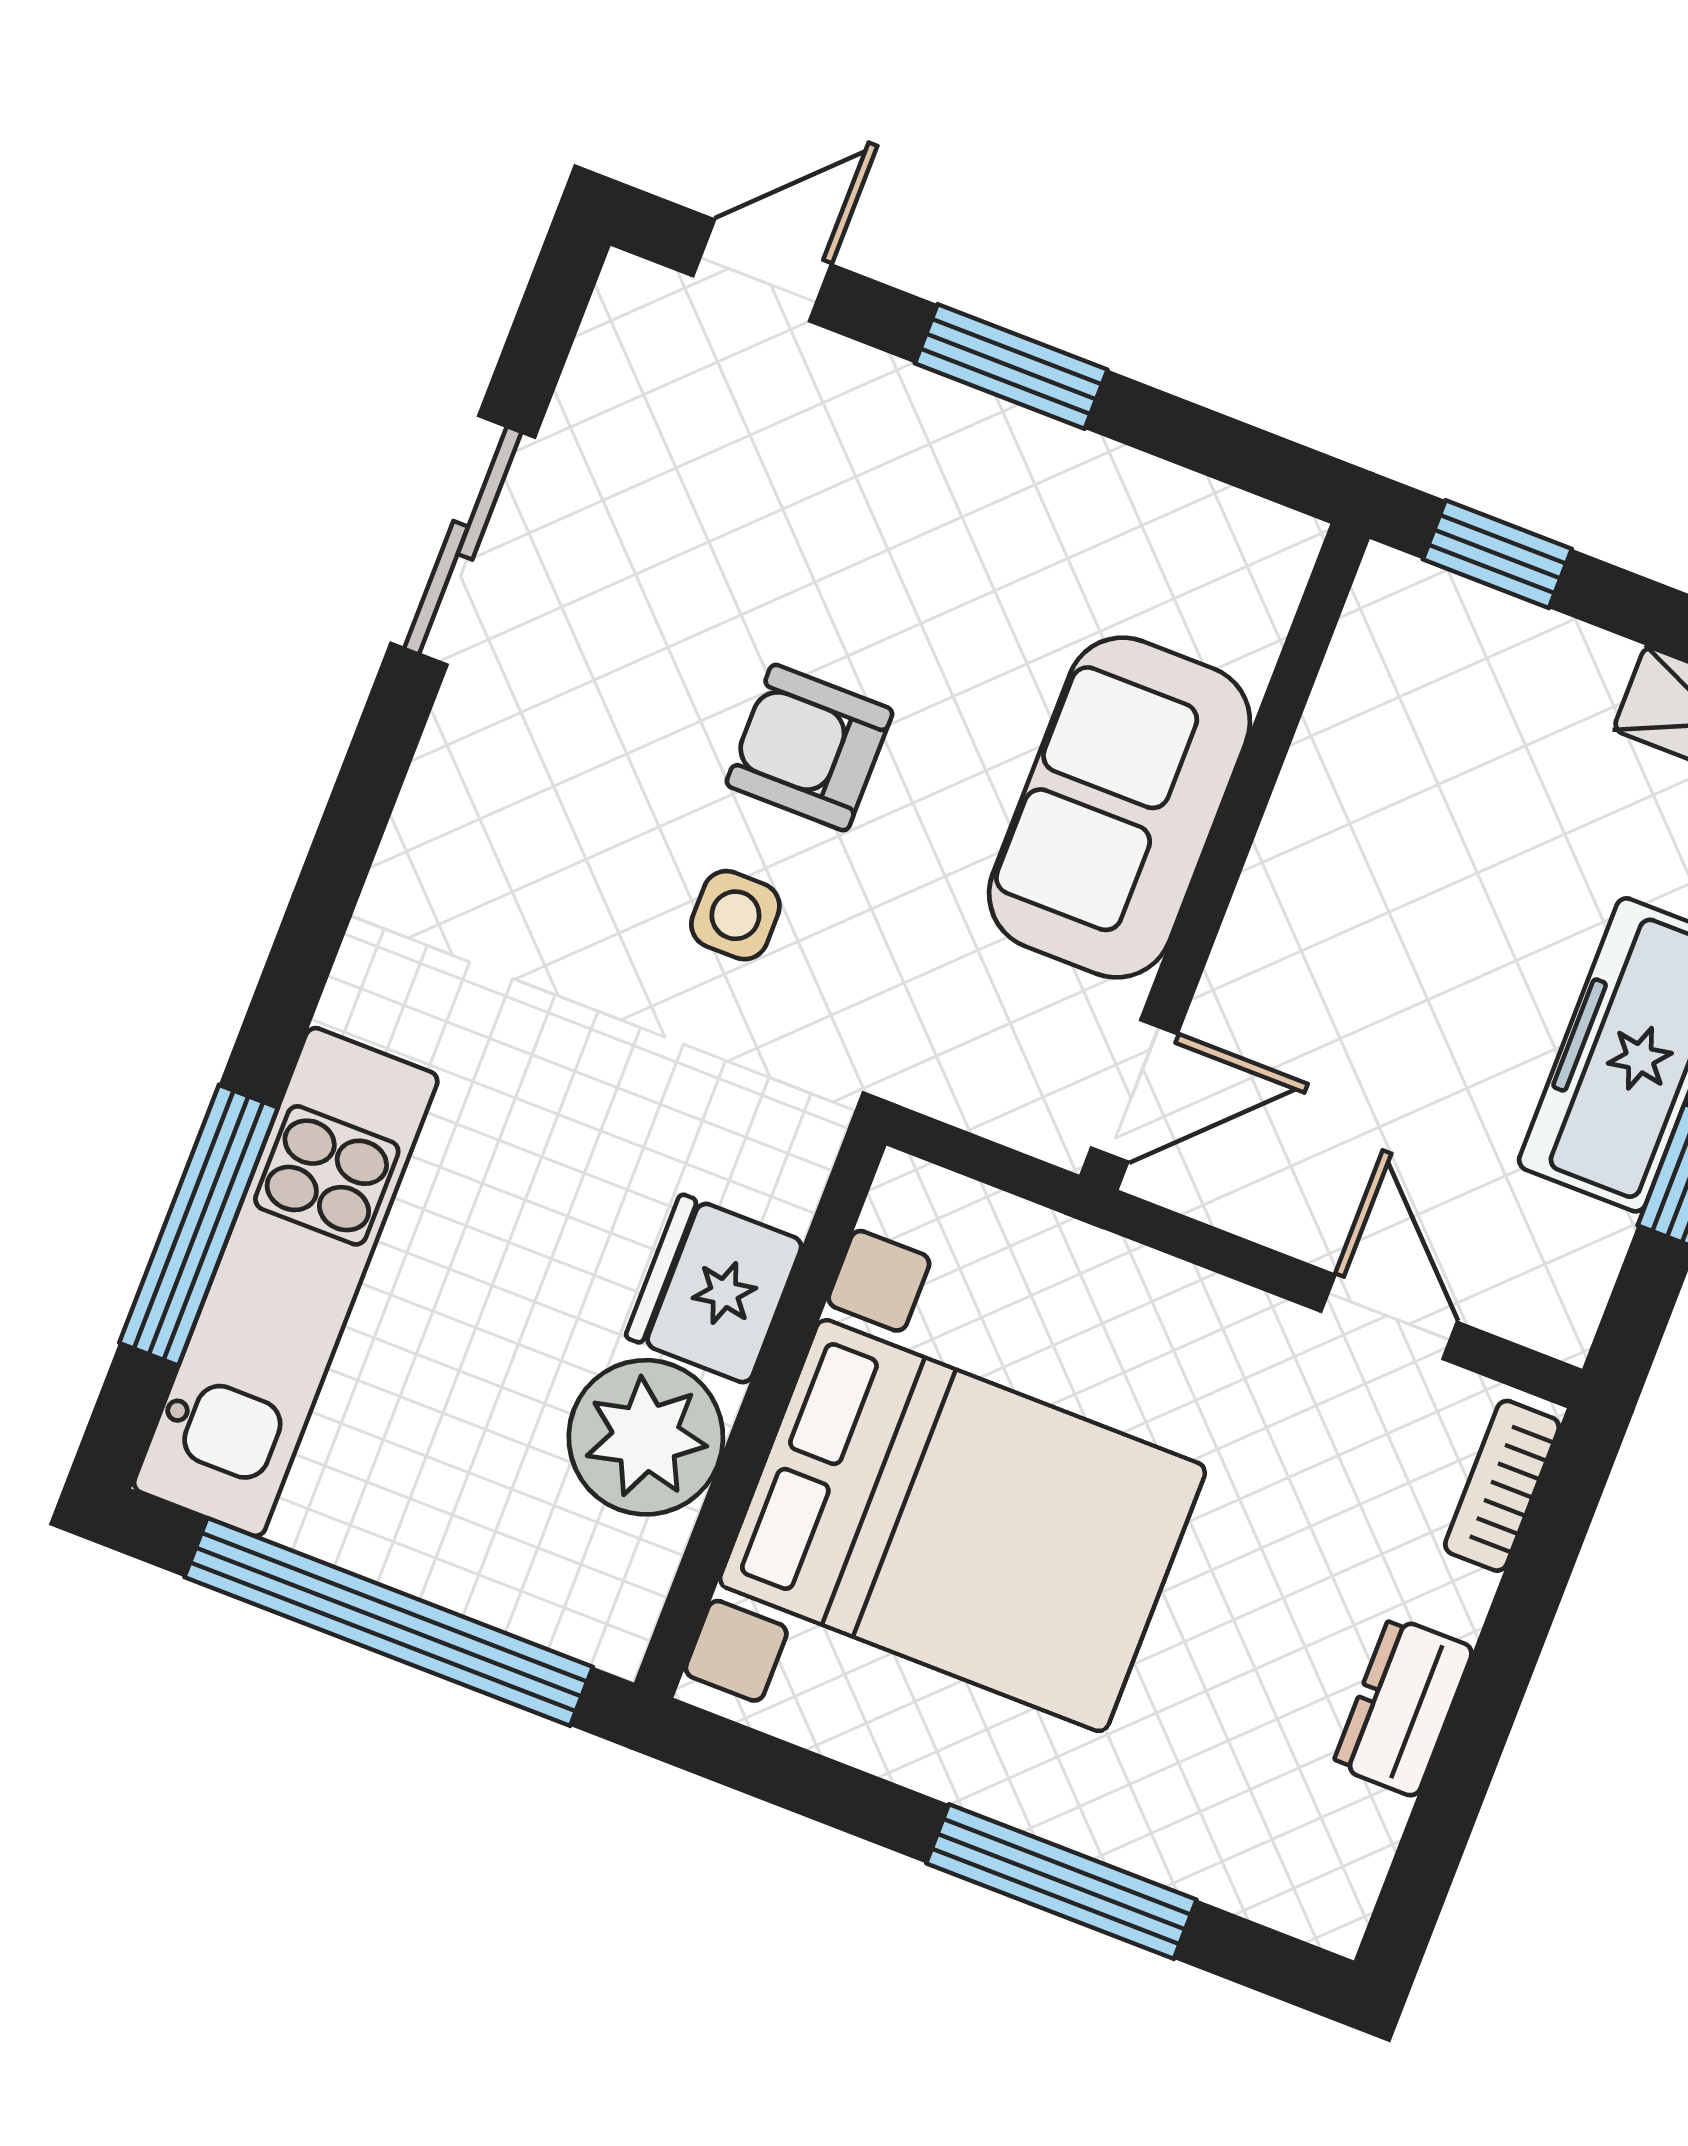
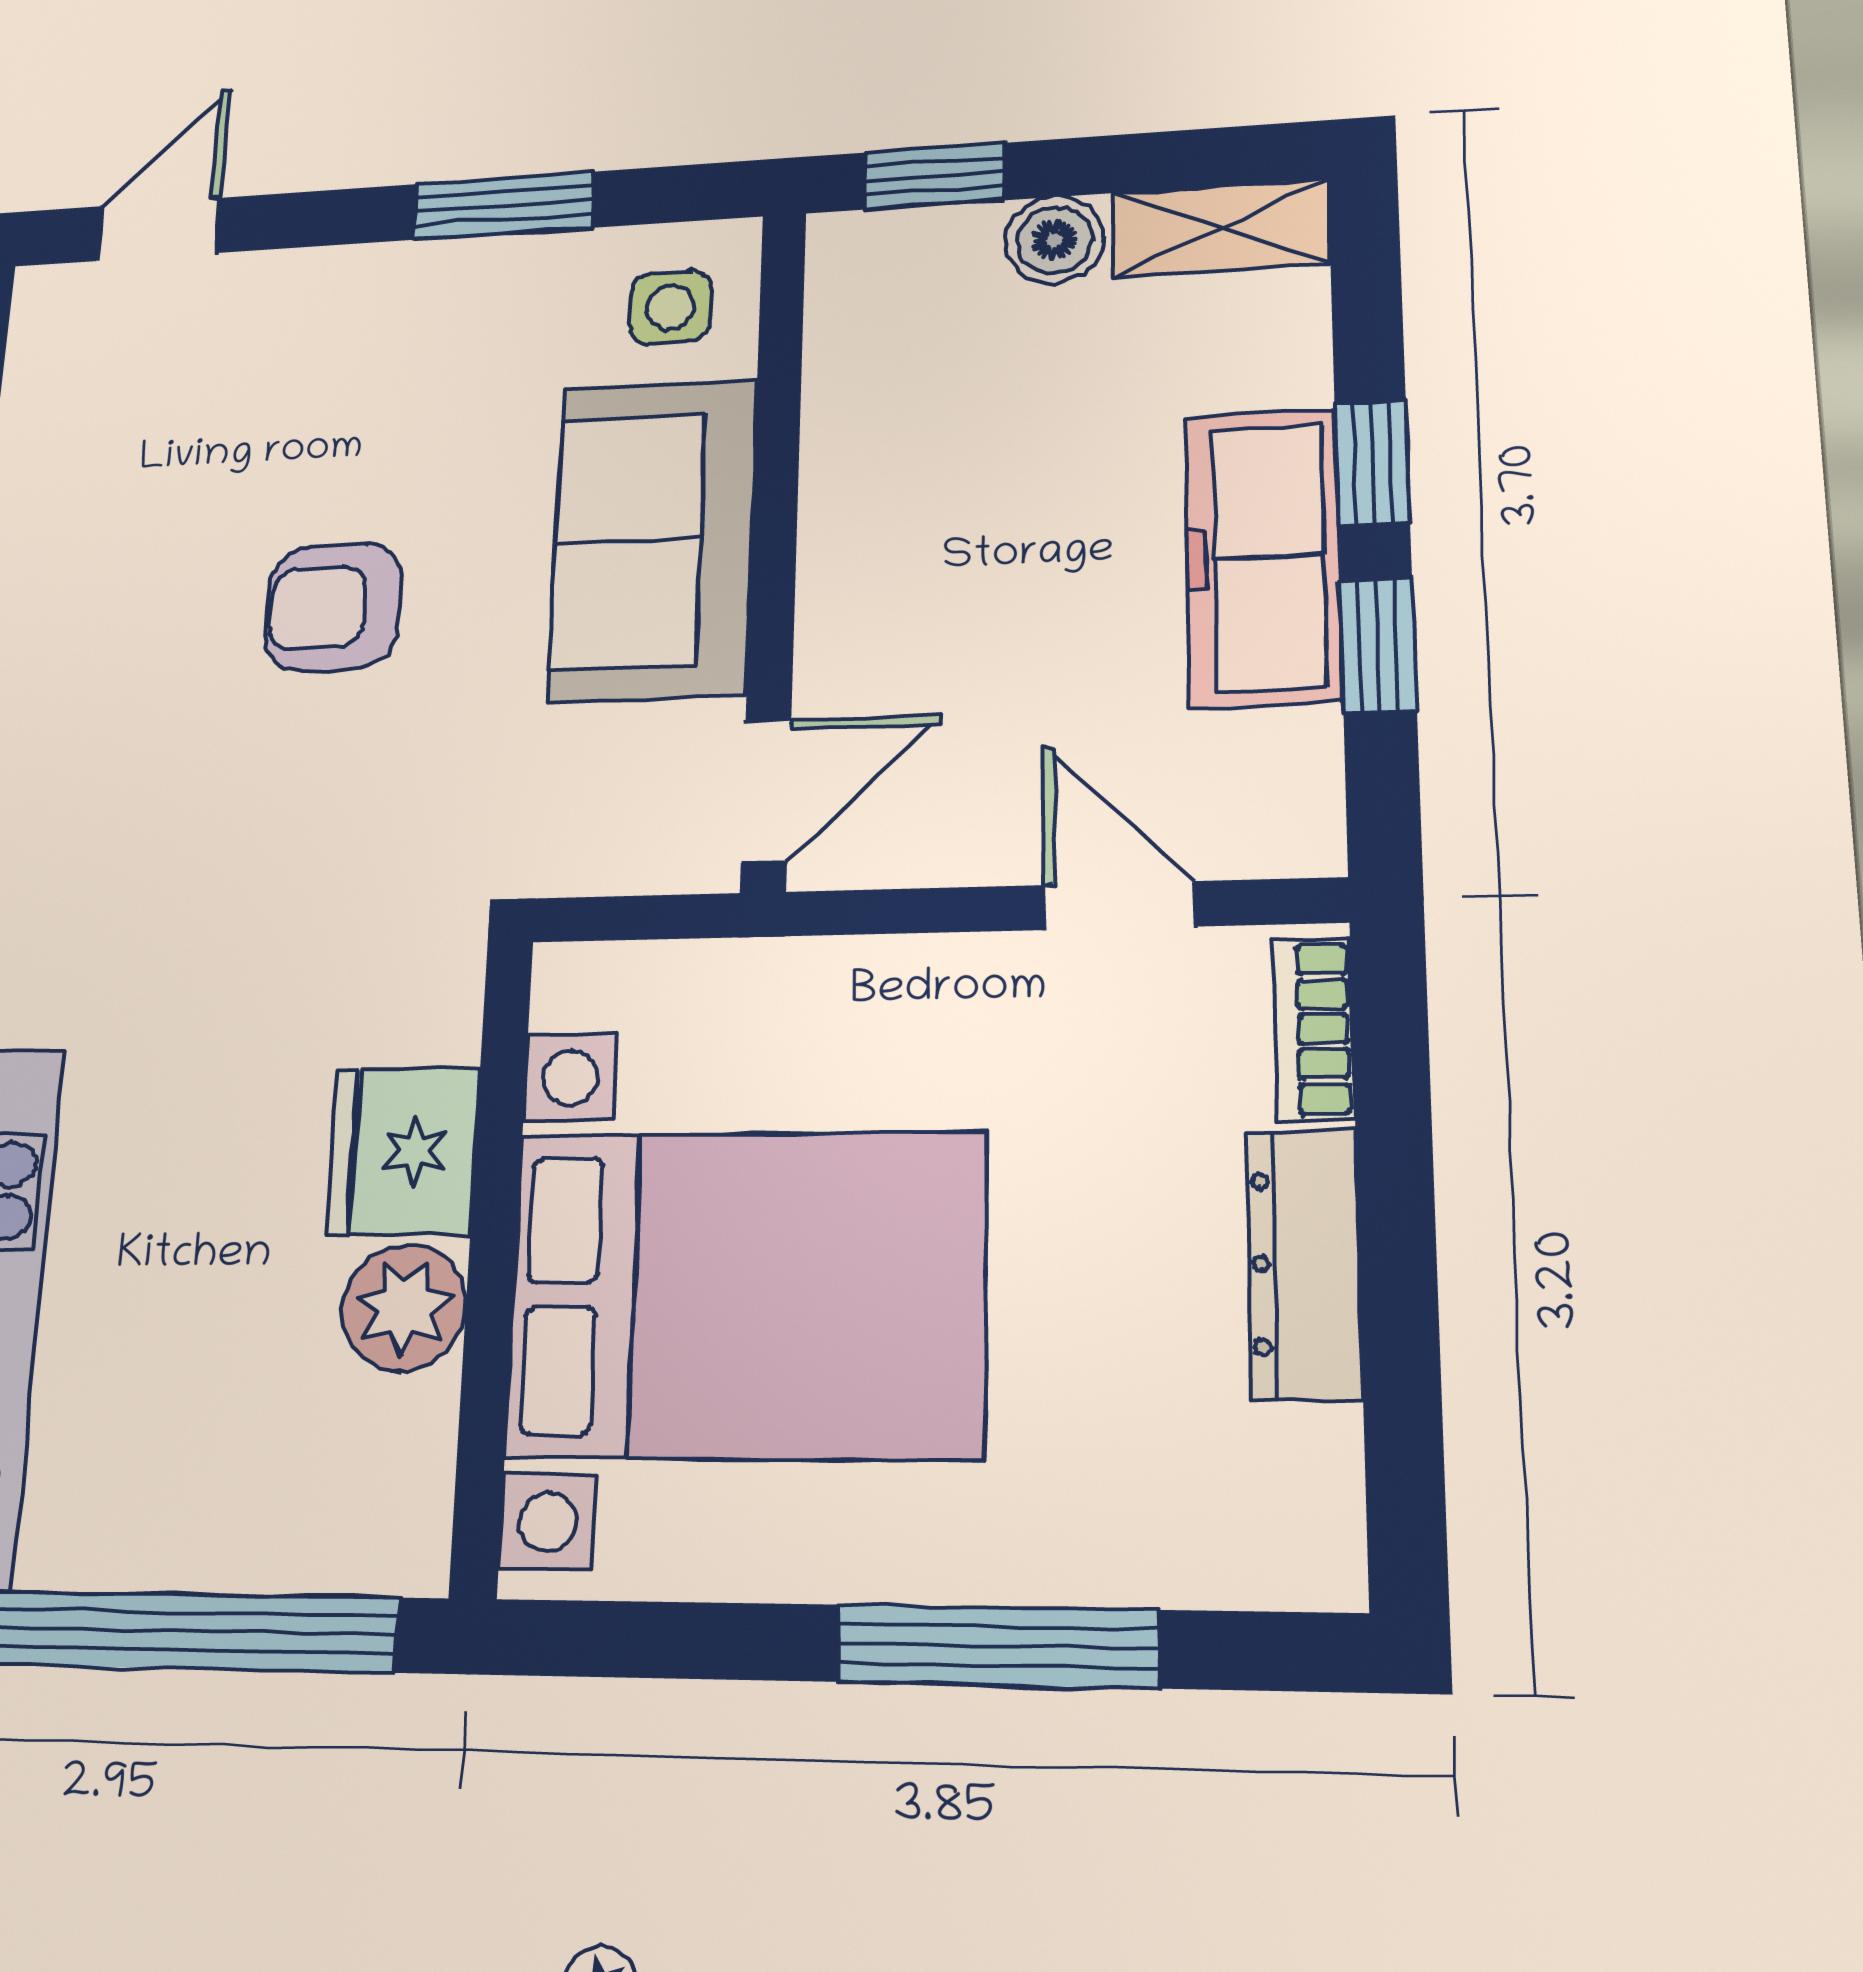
window: (1011, 366) -> (503, 206), moved
boiler: (1577, 669) -> (1054, 240), added
side table: (735, 915) -> (670, 308), moved
plant: (646, 1437) -> (404, 1307), width x0.73, depth x0.73
dresser: (1403, 1707) -> (1304, 1264), width x1.44

